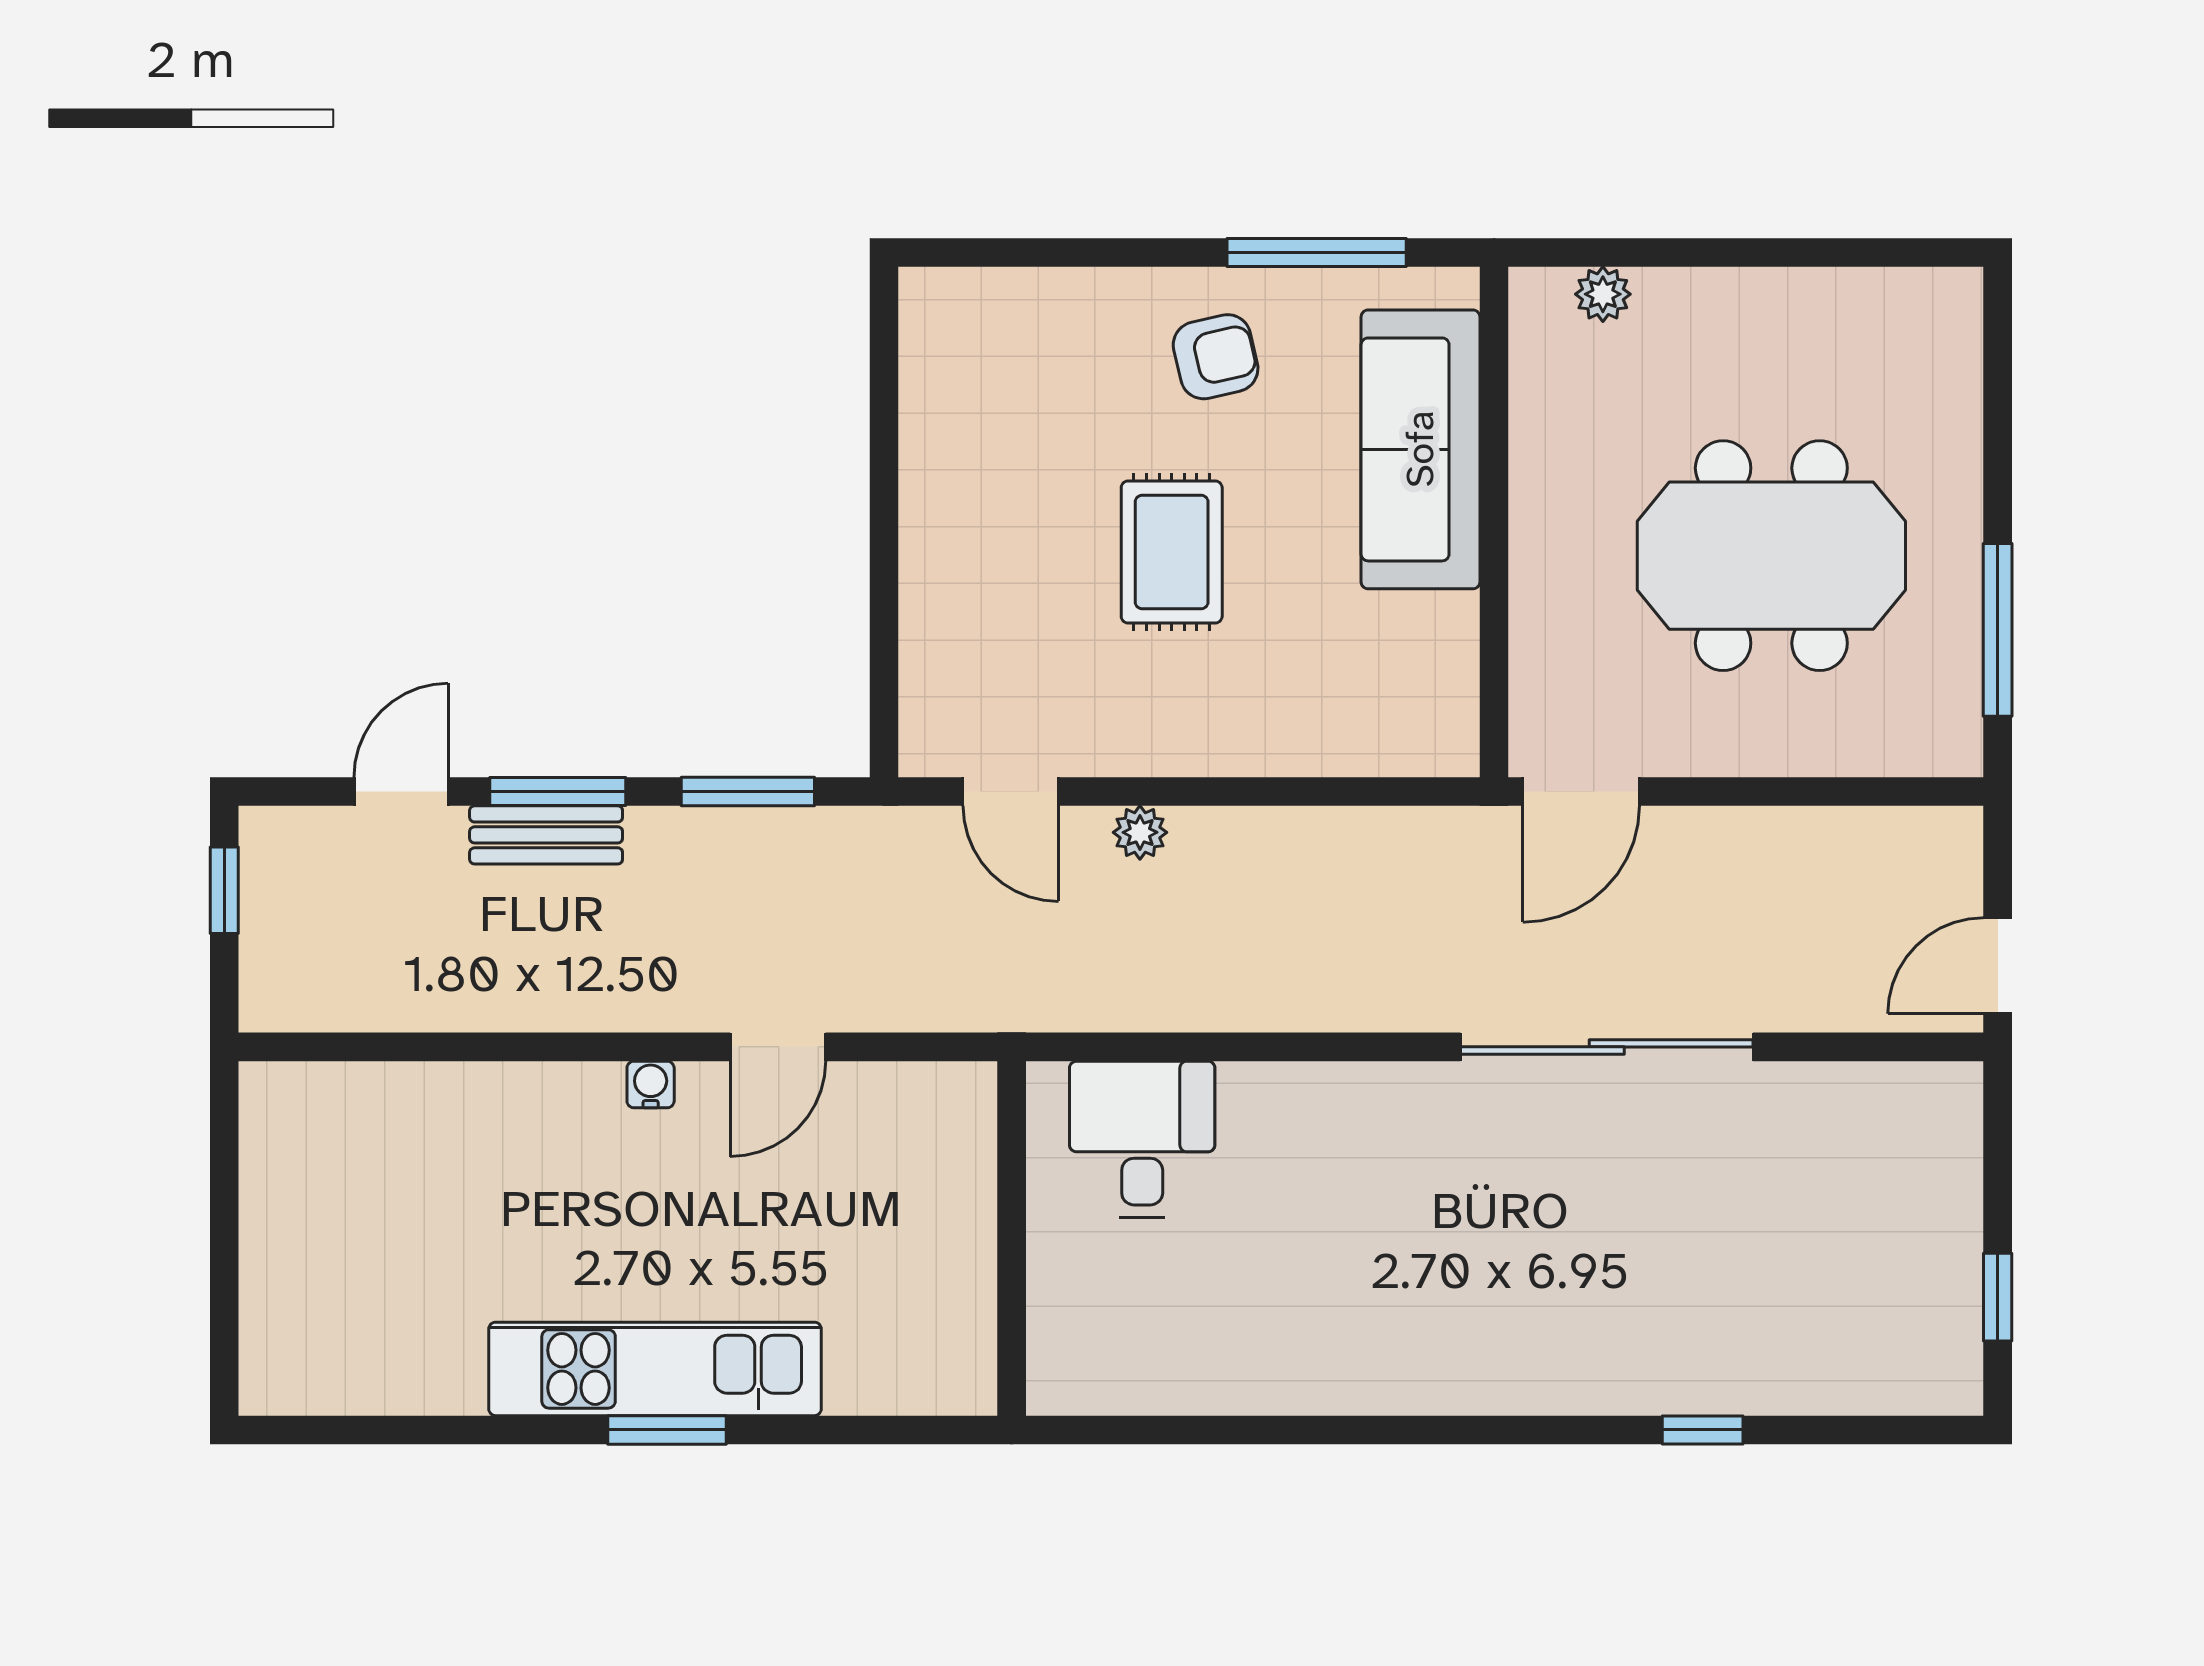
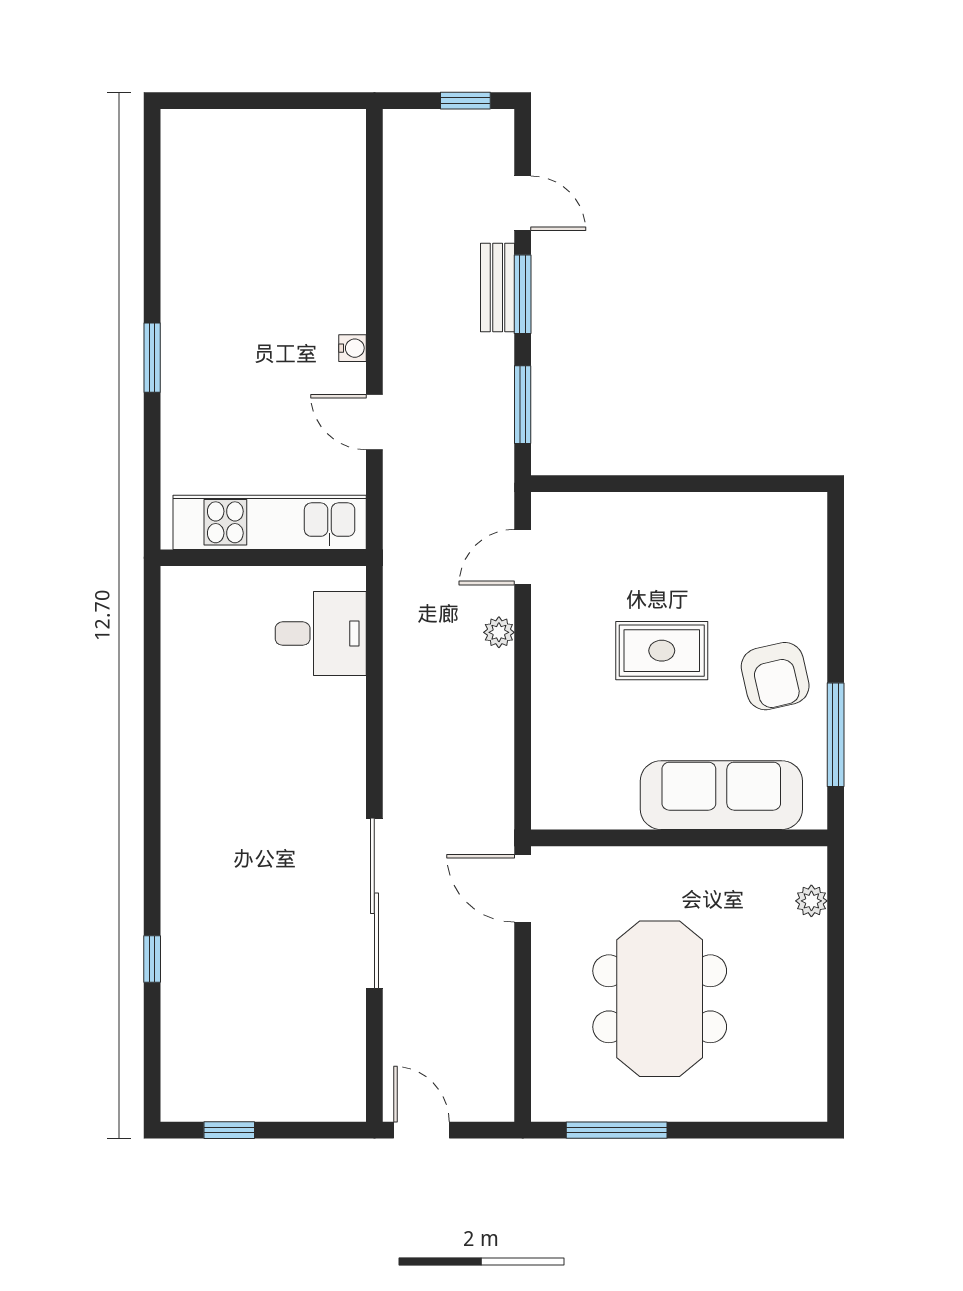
armchair: (1216, 357) -> (775, 676), width x1.38, depth x1.38
kitchen unit: (655, 1369) -> (270, 522), moved, turned -90

